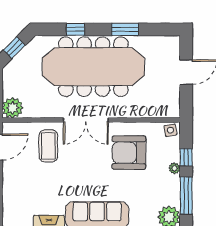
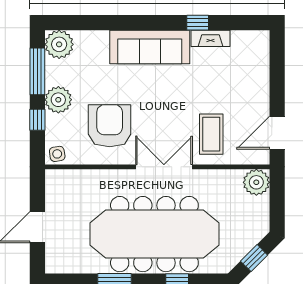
armchair: (129, 153) -> (110, 126), turned -90
plant: (175, 168) -> (58, 100), width x1.88, depth x1.88

